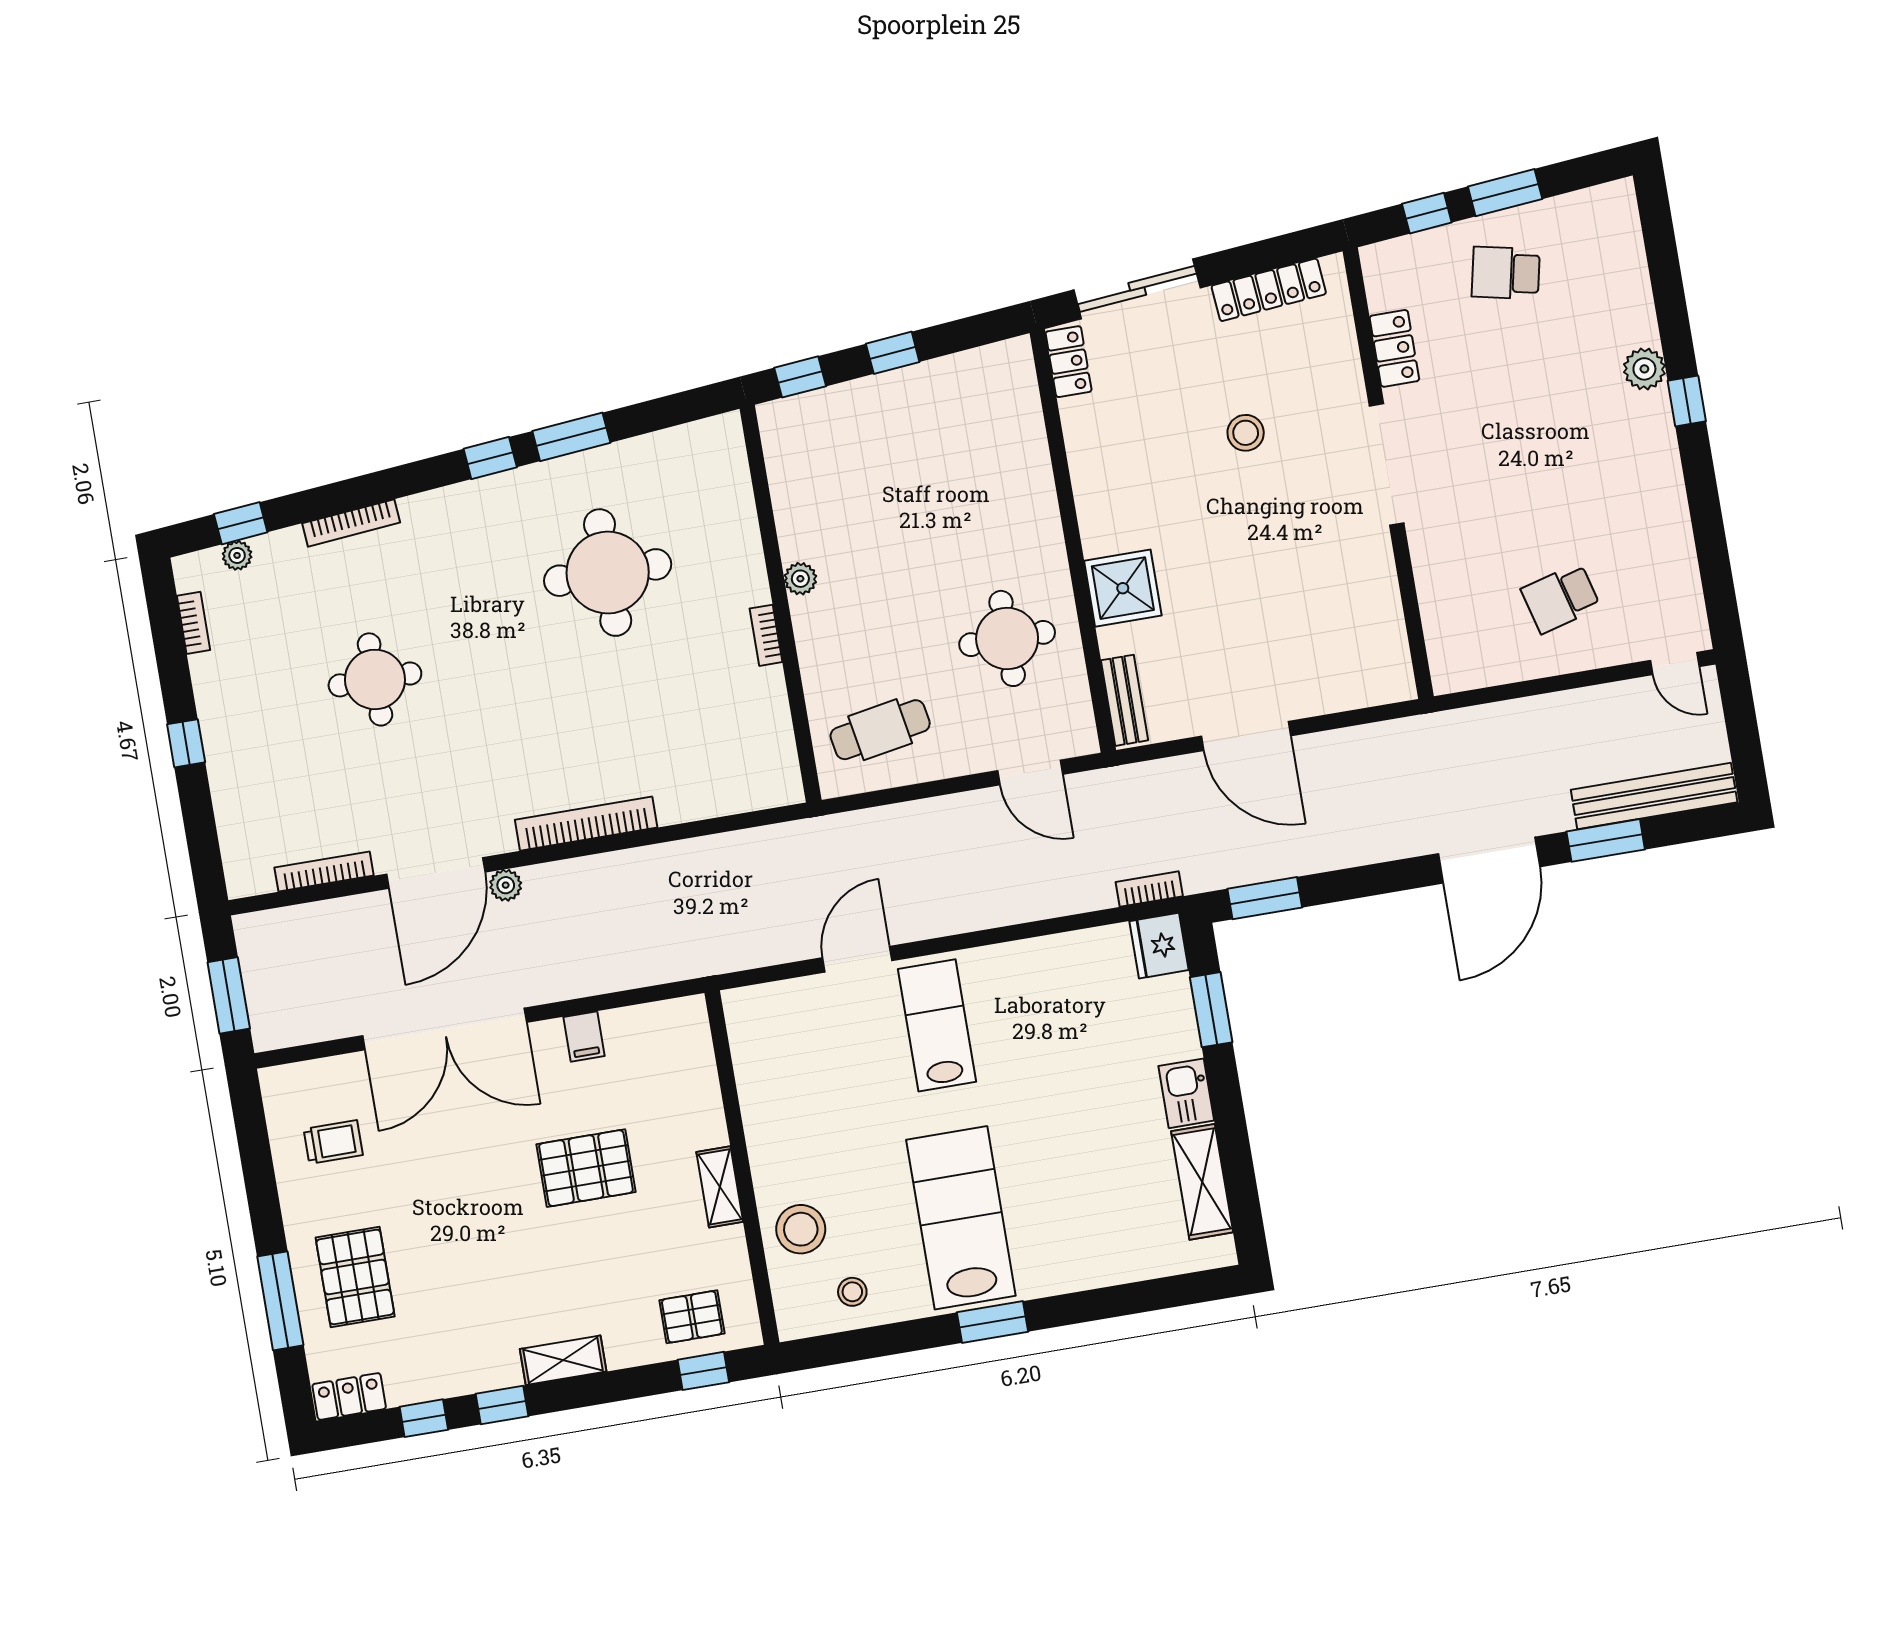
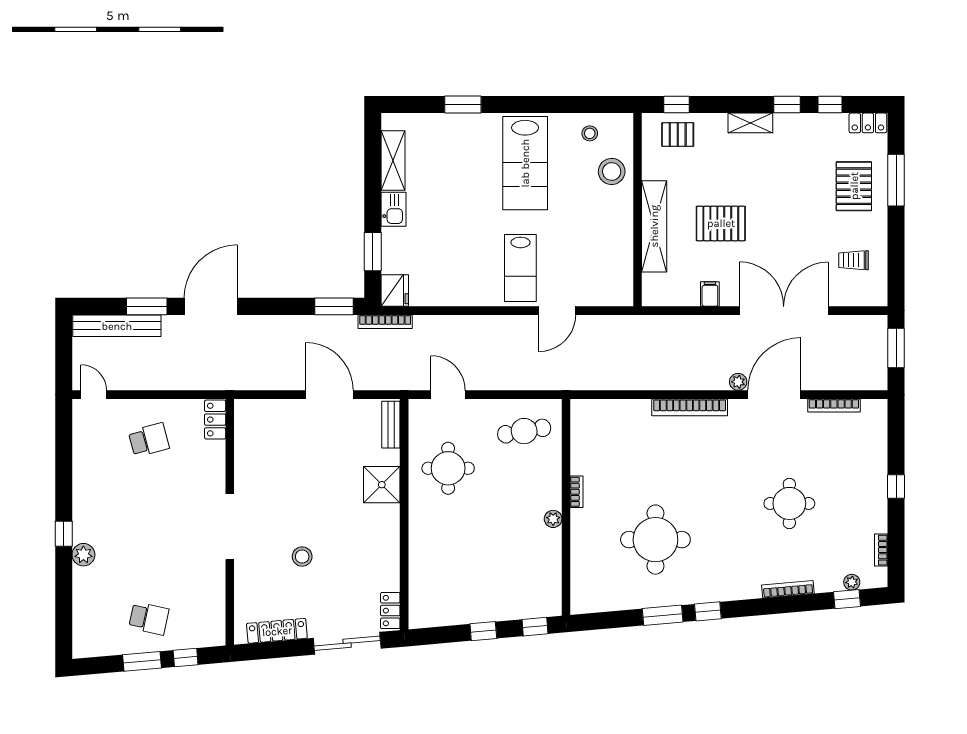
locker: (1394, 348) -> (215, 420), moved
bookcase: (1149, 889) -> (385, 322), width x1.56
shelving: (720, 1187) -> (654, 226), width x2.20, depth x1.33
window: (992, 1322) -> (463, 105), moved

